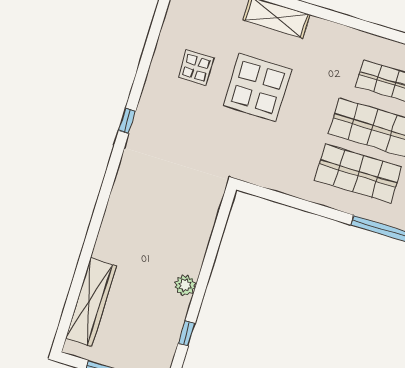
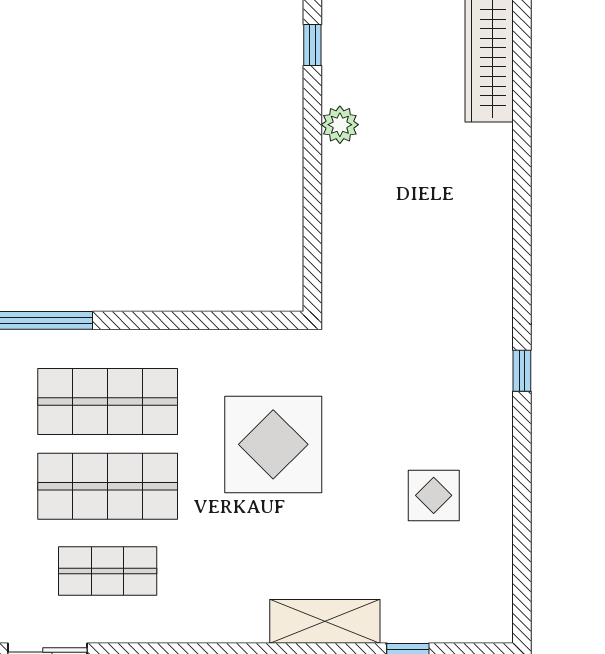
display table: (258, 87) -> (273, 444), moved

